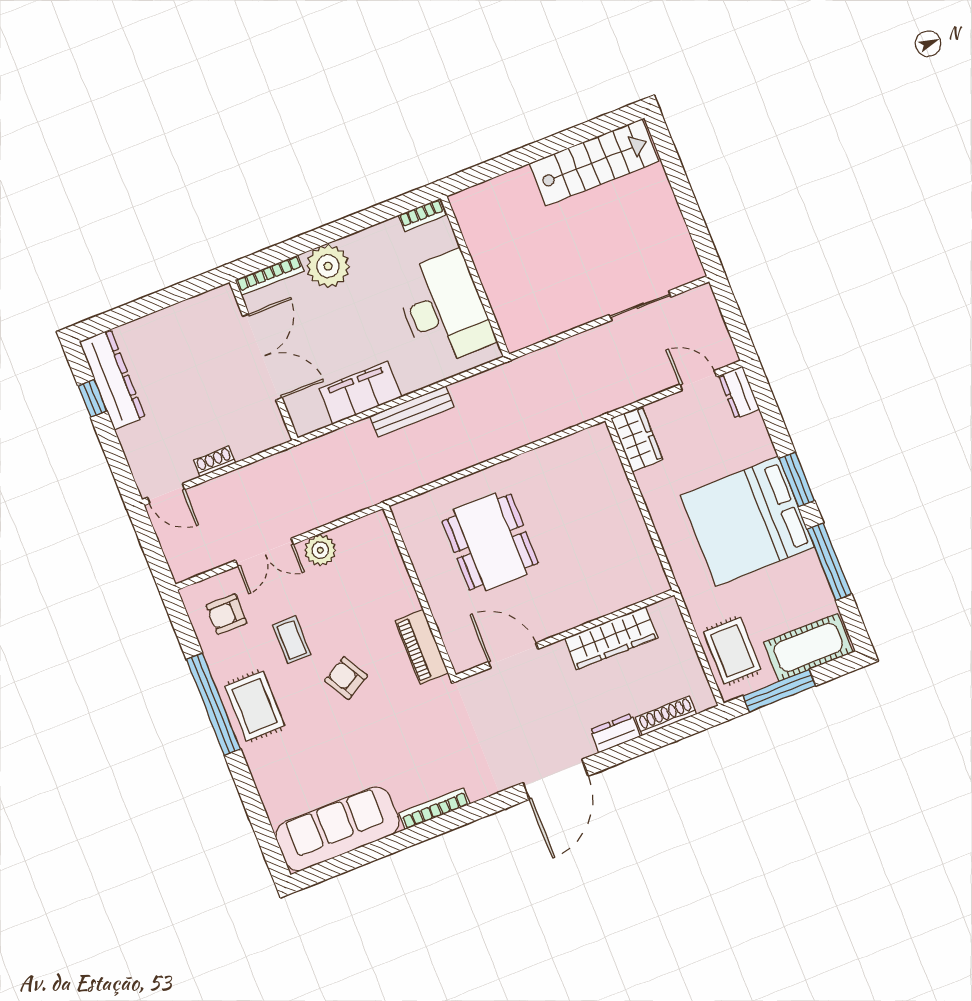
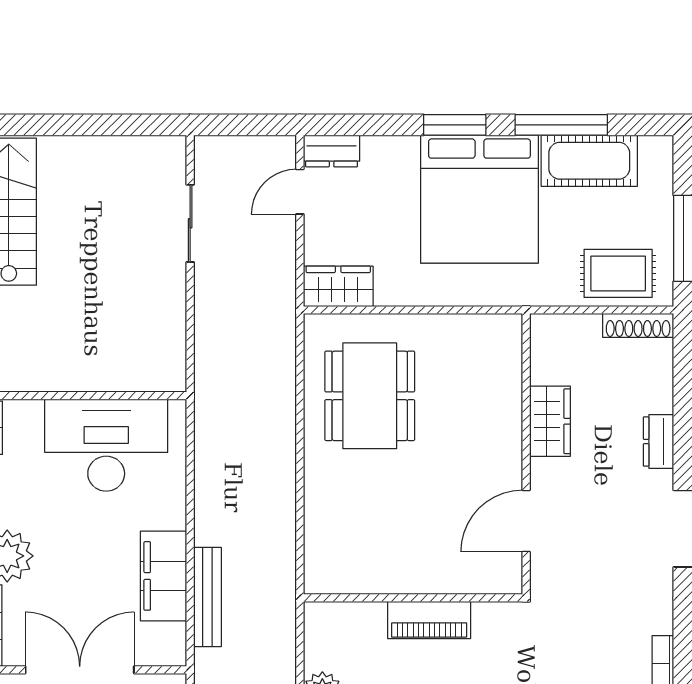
bench: (412, 412) -> (207, 597), moved
dining table: (490, 542) -> (370, 396), moved, turned 90
wardrobe: (611, 638) -> (550, 421), width x0.67
piano: (422, 647) -> (429, 620), moved
cot: (808, 647) -> (589, 161), moved, turned 90
shoe rack: (666, 716) -> (638, 325), moved, turned -90

